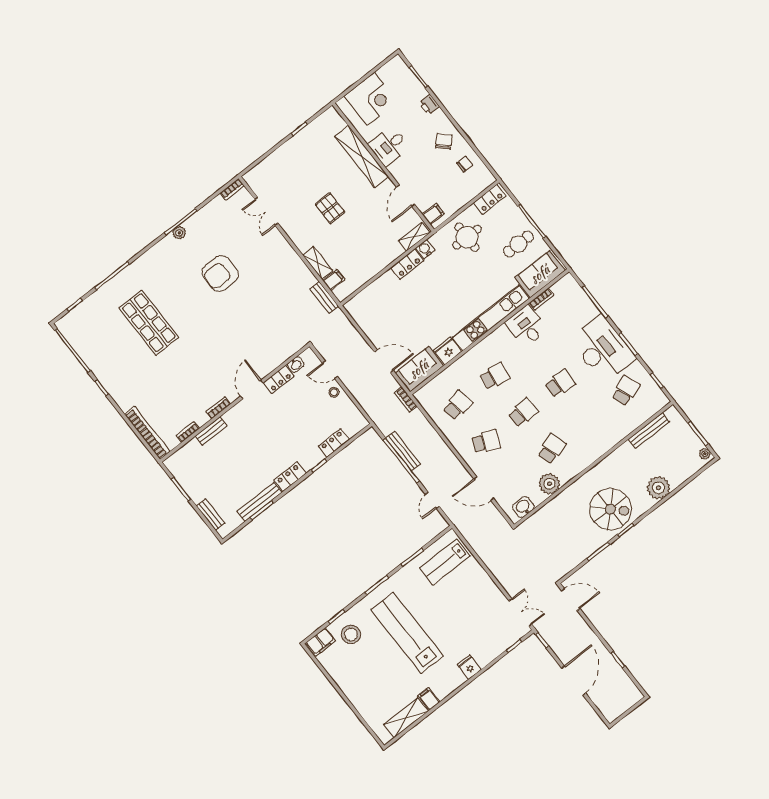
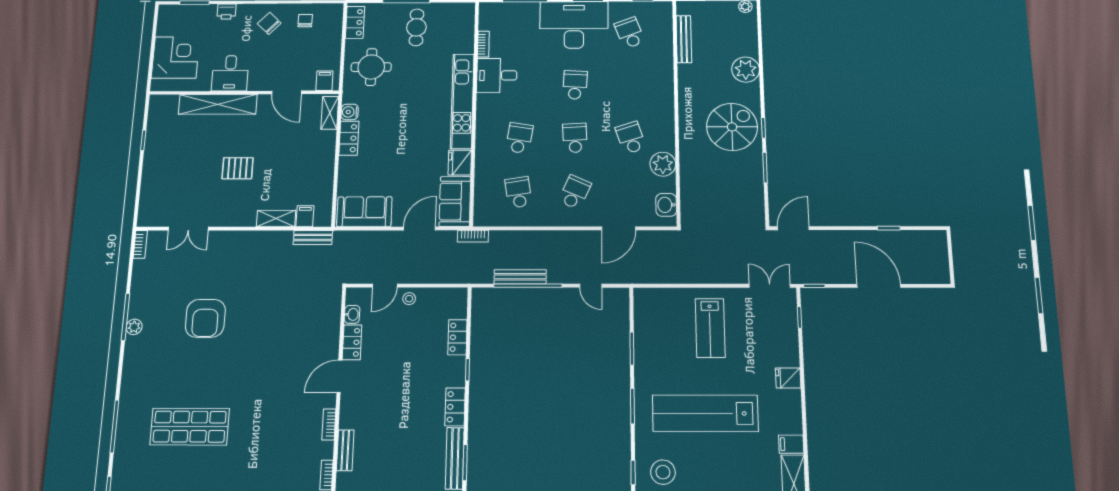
sofa: (540, 274) -> (364, 212), moved, turned 90
door: (252, 389) -> (339, 376), hinge flipped
lab bench: (445, 562) -> (710, 328), moved

